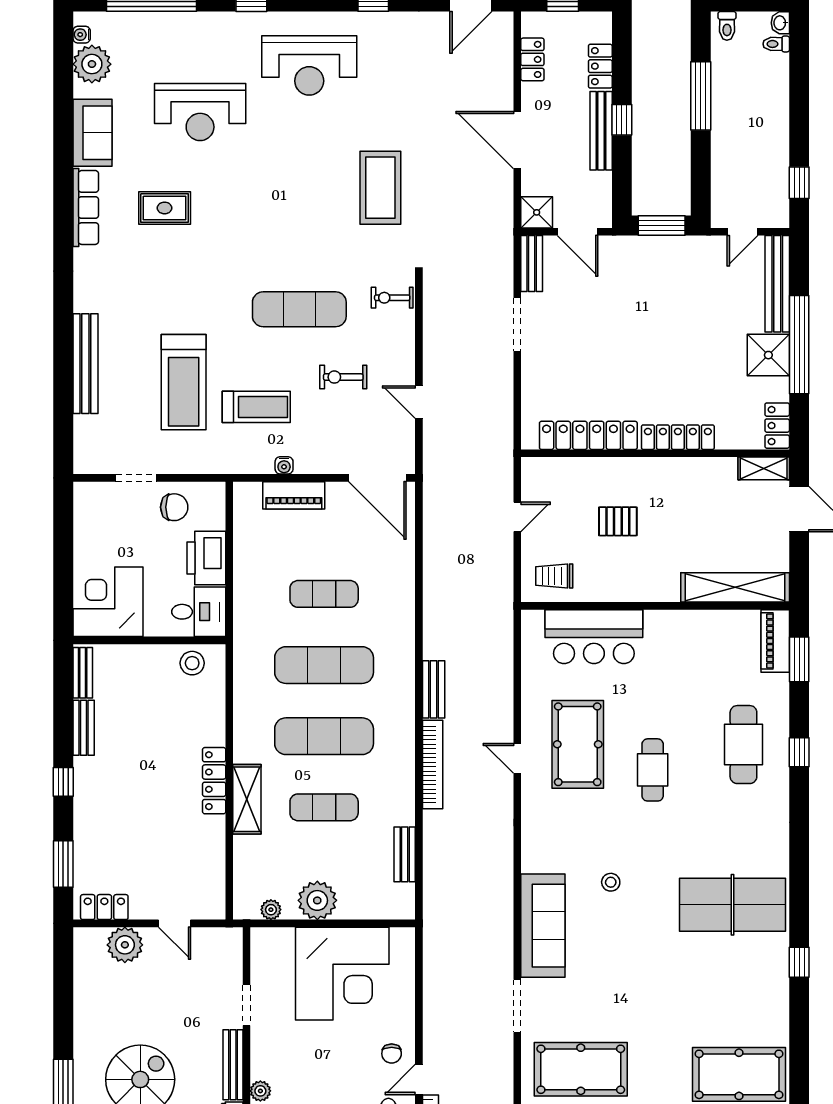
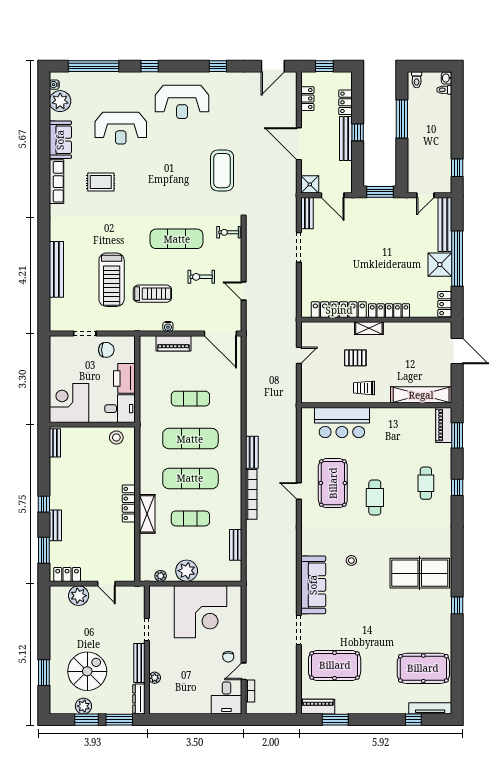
shelving: (764, 468) -> (369, 328), moved
trolley: (554, 576) -> (364, 388), moved
bench: (84, 728) -> (55, 525), moved
cafe table: (743, 745) -> (426, 483), width x0.73, depth x0.74

